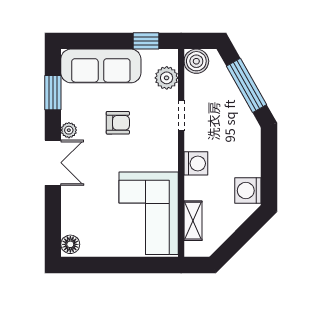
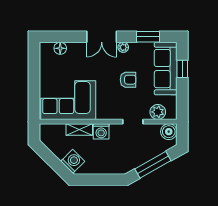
window: (146, 41) -> (182, 69), moved
armchair: (118, 123) -> (128, 80), turned -90
washing machine: (248, 191) -> (73, 161), moved, turned 45
shelving: (193, 221) -> (79, 129), moved
floor lamp: (70, 244) -> (60, 48), moved

